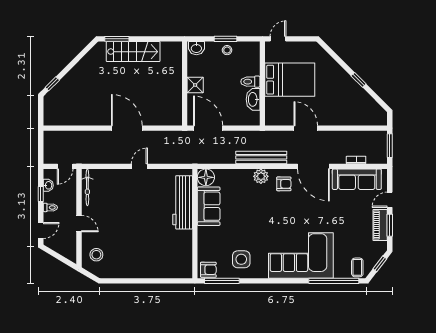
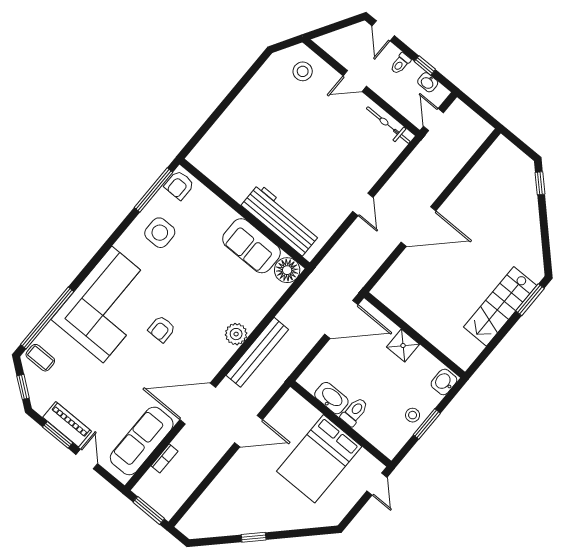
armchair: (284, 184) -> (162, 329), moved

